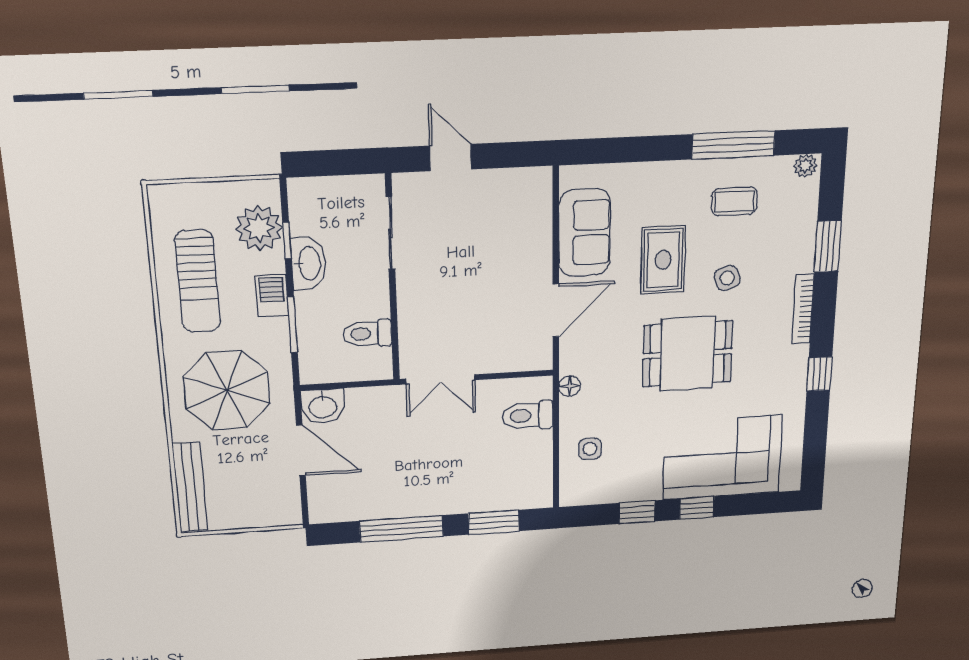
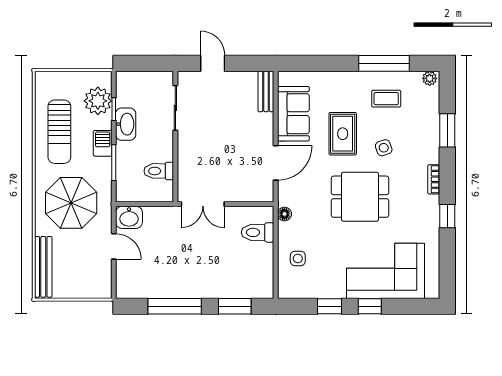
bench: (540, 199) -> (266, 91), added
bookcase: (803, 309) -> (434, 179), width x0.64
door: (301, 450) -> (114, 246), width x0.73

